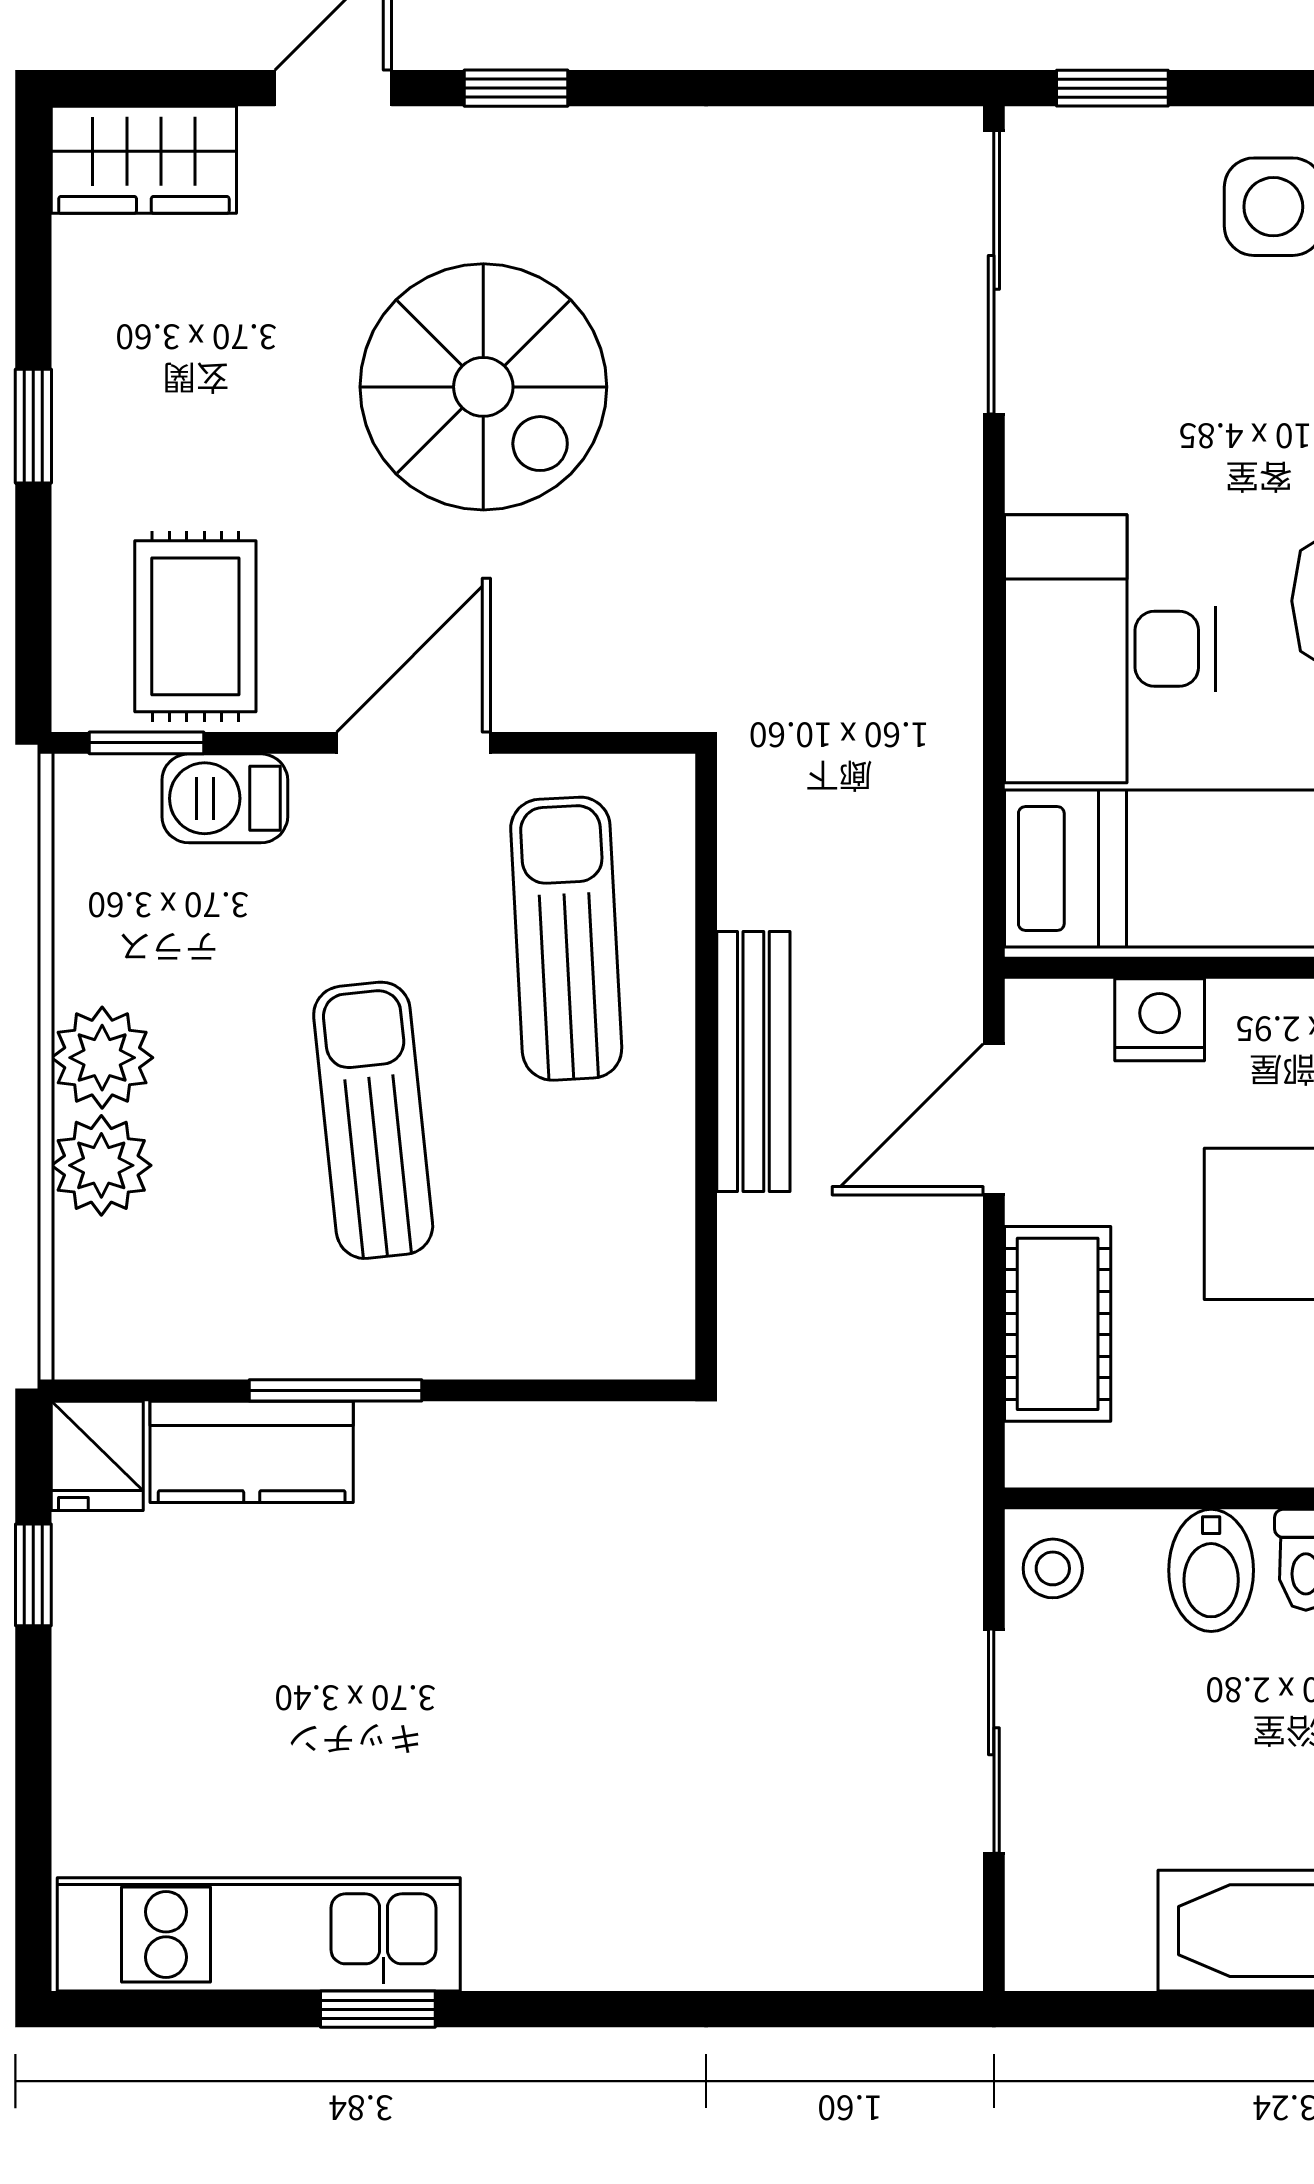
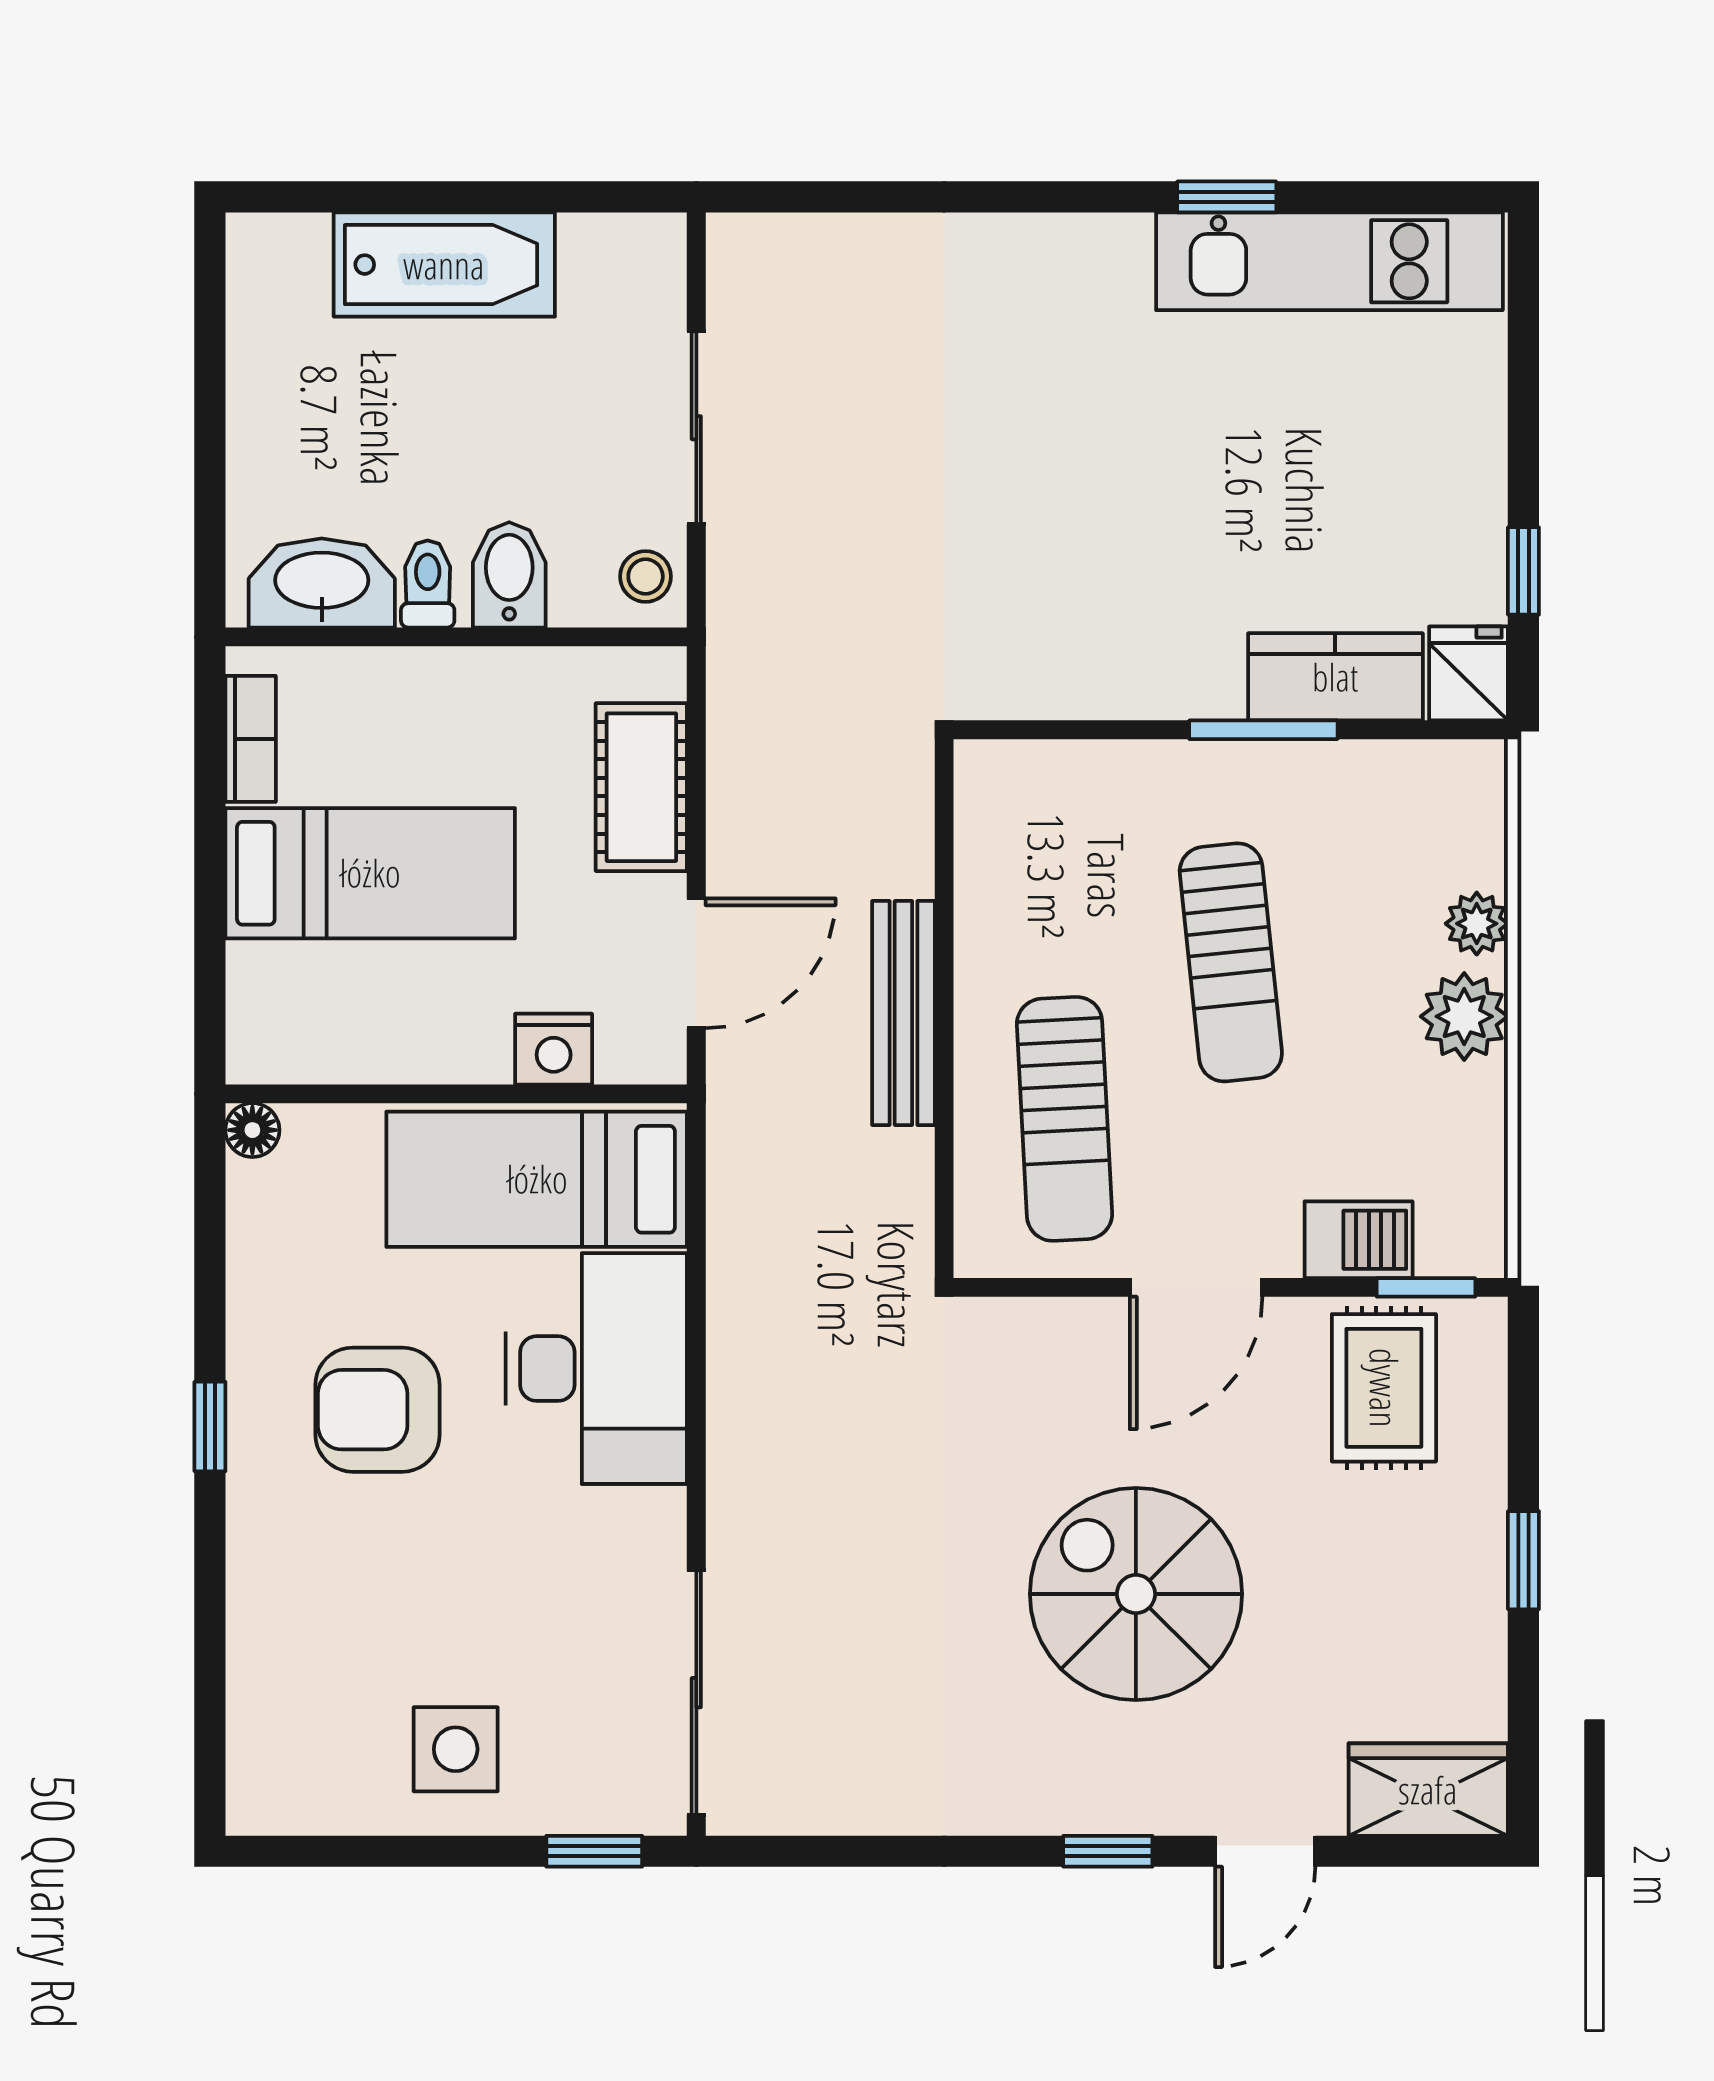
plant: (101, 1165) -> (1477, 924), width x0.73, depth x0.73

